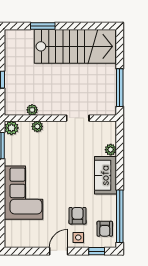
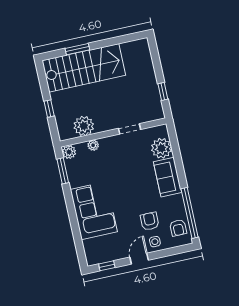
stairs: (75, 46) -> (84, 68), moved
window: (120, 88) -> (163, 91), width x0.46
plant: (32, 110) -> (84, 126), width x1.87, depth x1.87
plant: (111, 150) -> (161, 148), width x1.87, depth x1.87
window: (97, 251) -> (107, 266), moved

